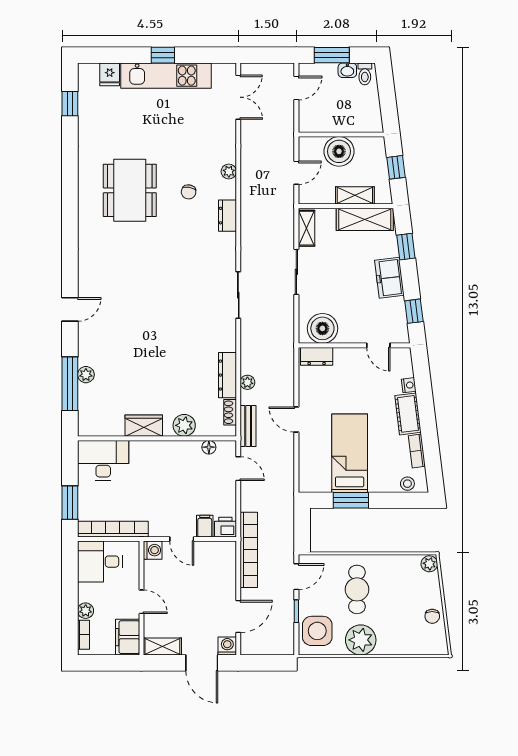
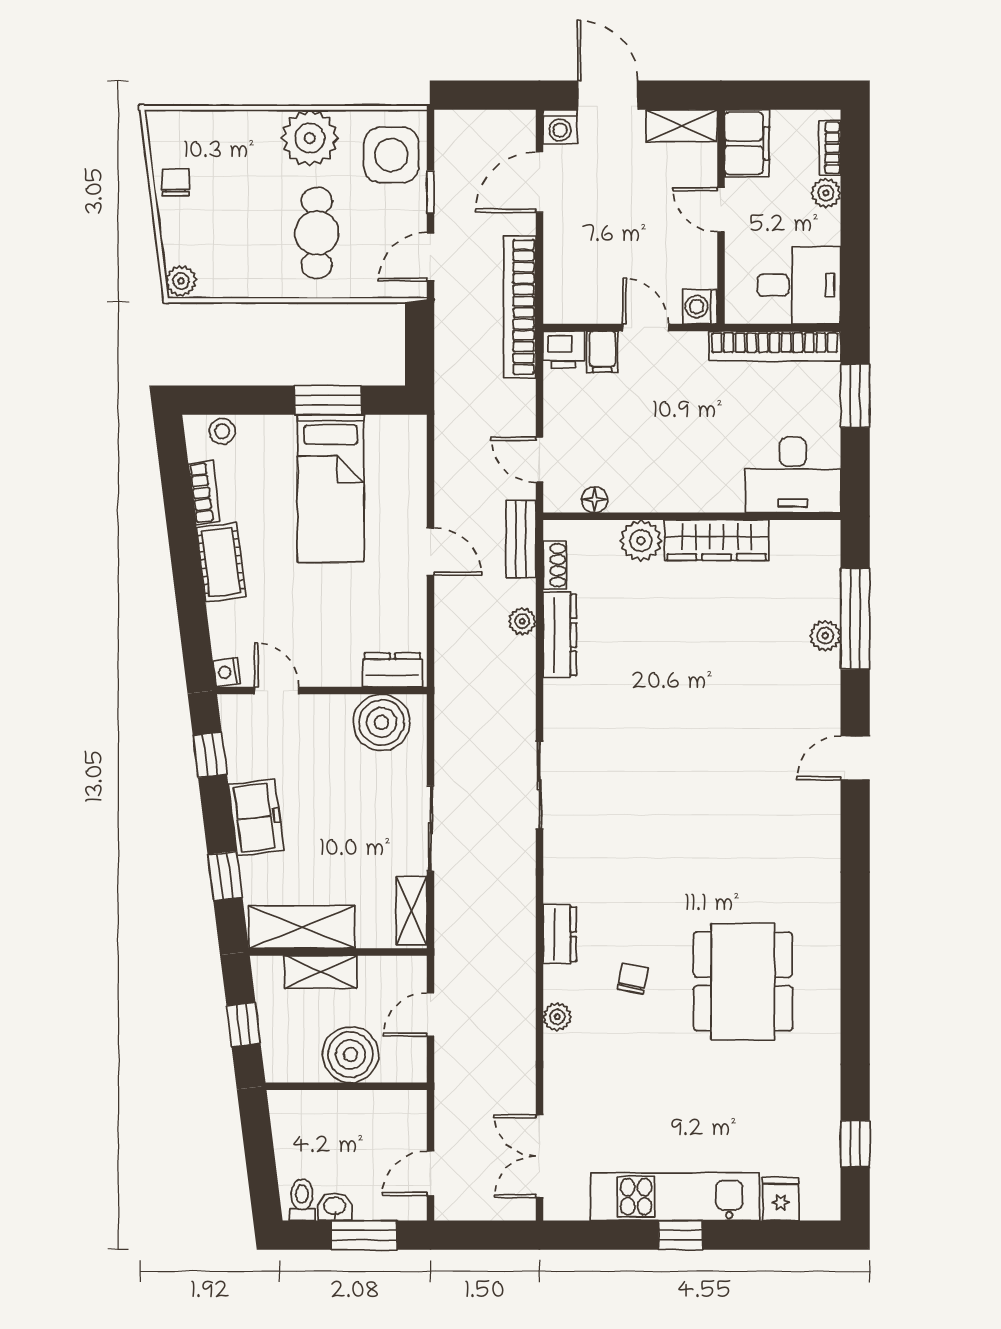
nightstand: (409, 385) -> (227, 672), moved
wardrobe: (144, 426) -> (717, 540), width x1.50

